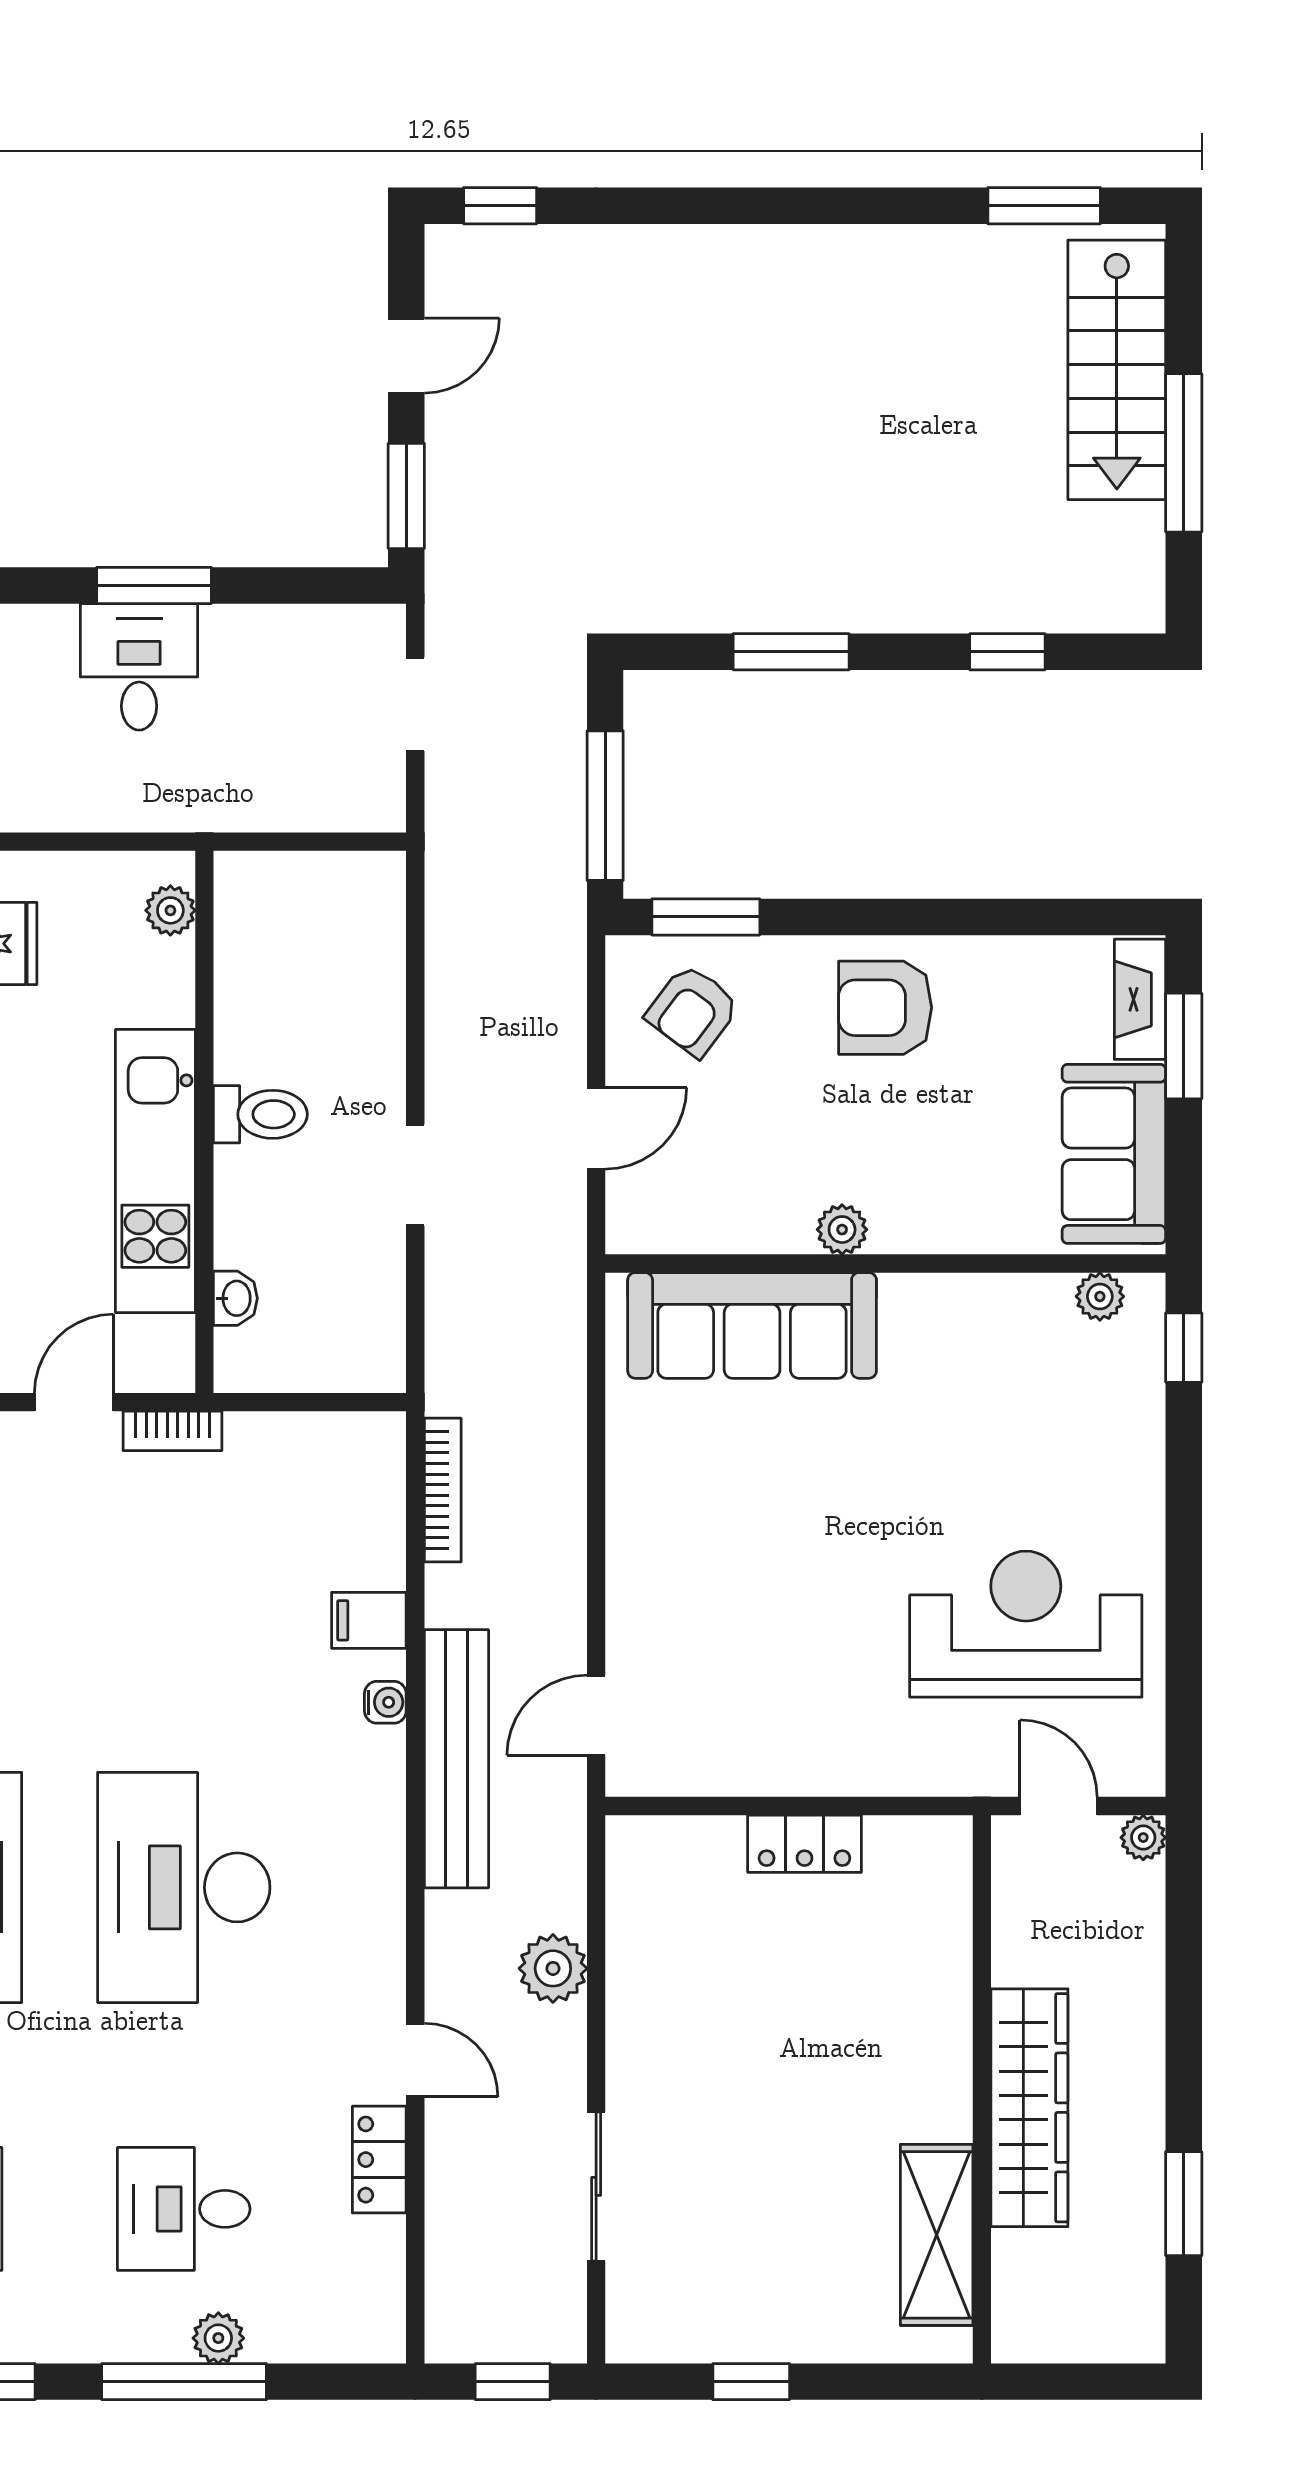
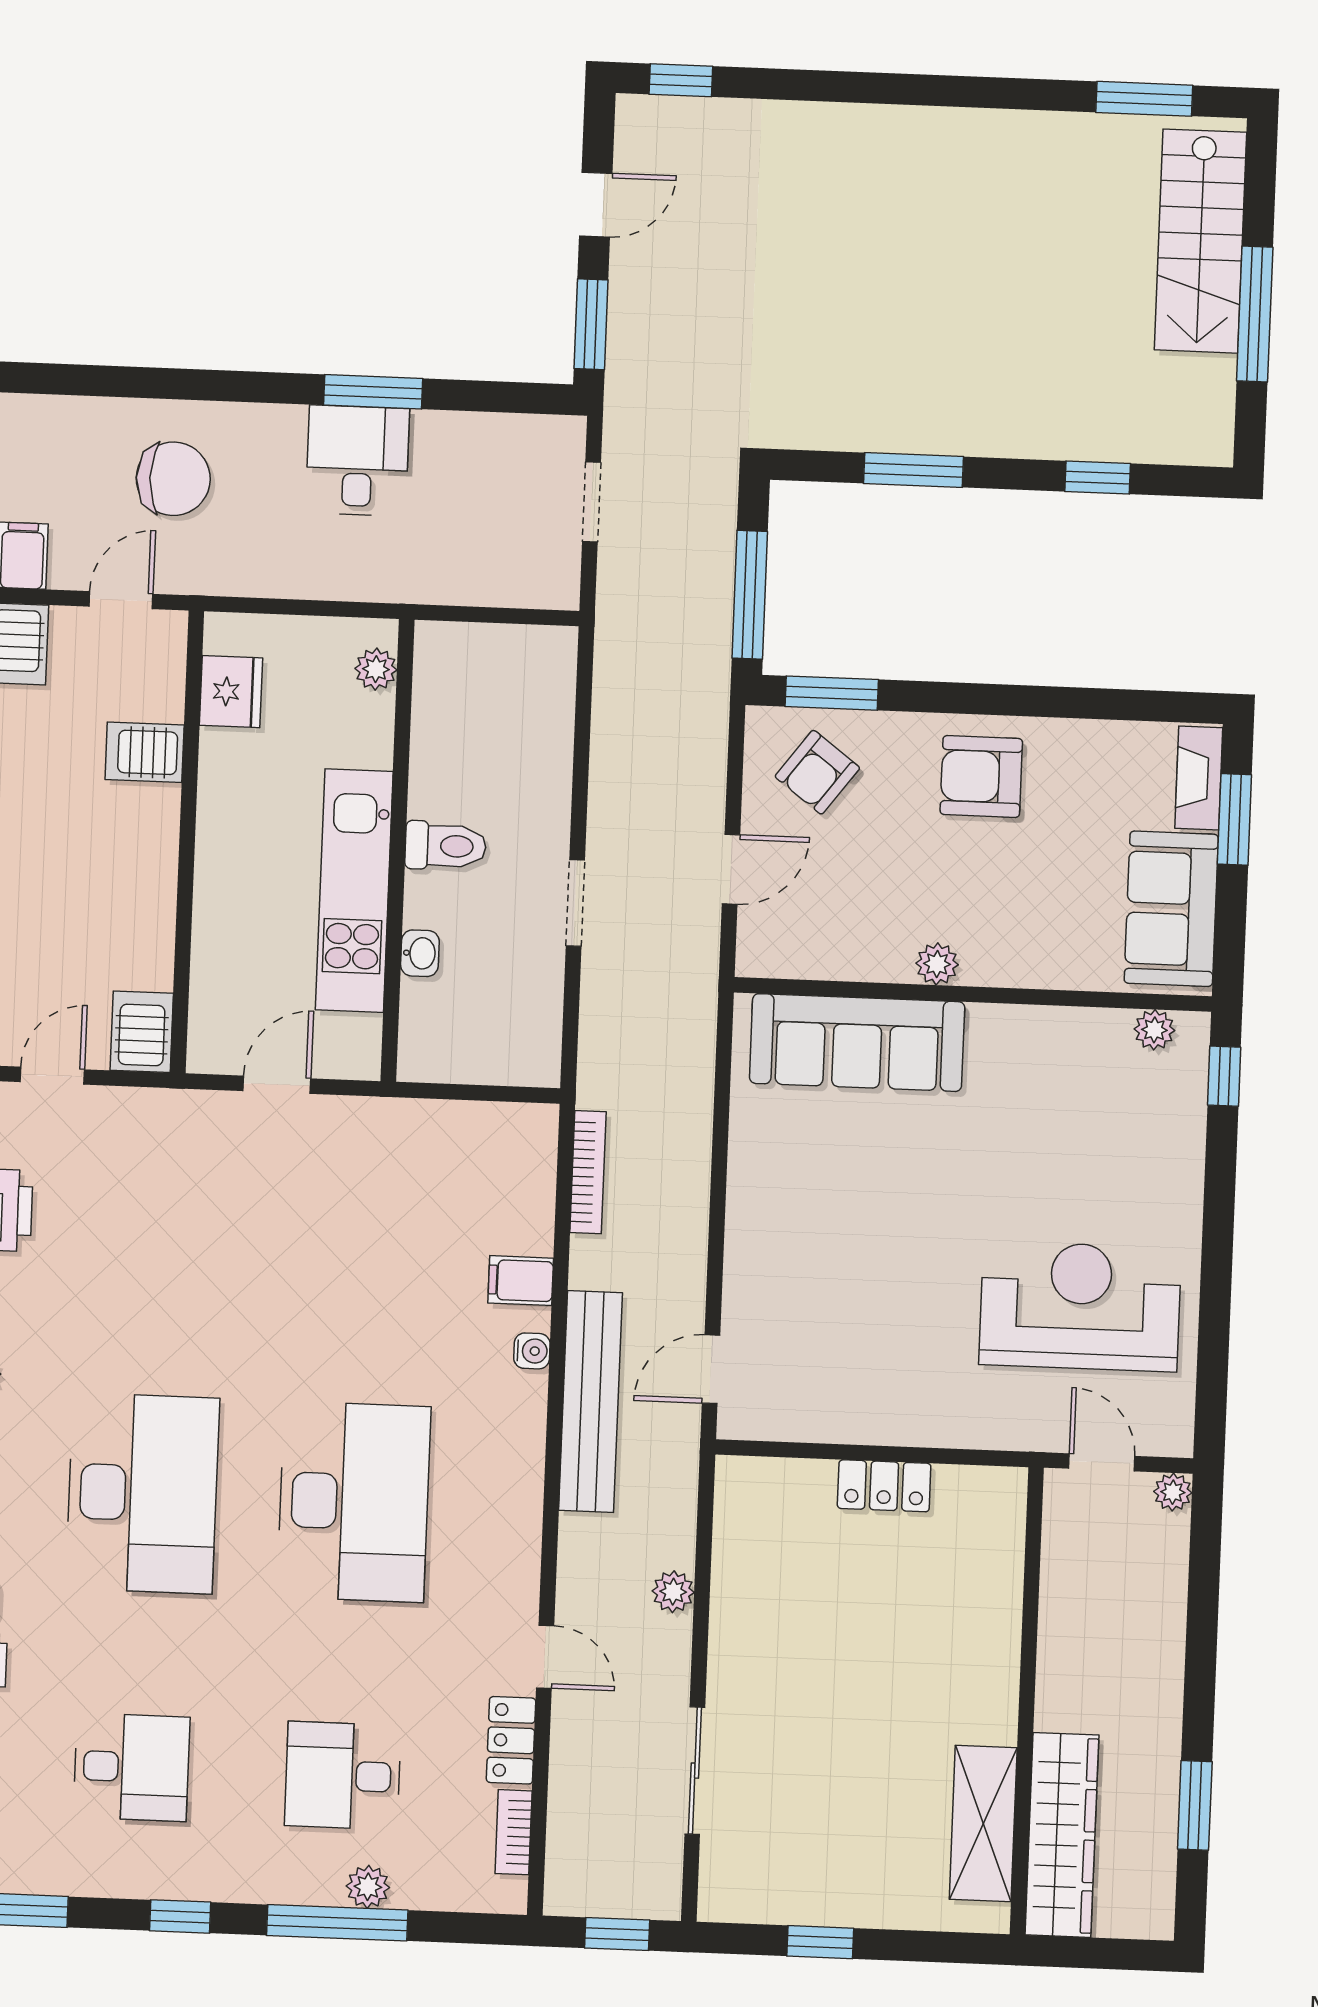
washbasin: (235, 1298) -> (420, 953), moved
bookcase: (172, 1431) -> (514, 1832), moved, turned 90
desk: (184, 1887) -> (354, 1502), turned 180
plant: (553, 1968) -> (673, 1592), width x0.73, depth x0.73
wardrobe: (1029, 2108) -> (1062, 1835), moved

